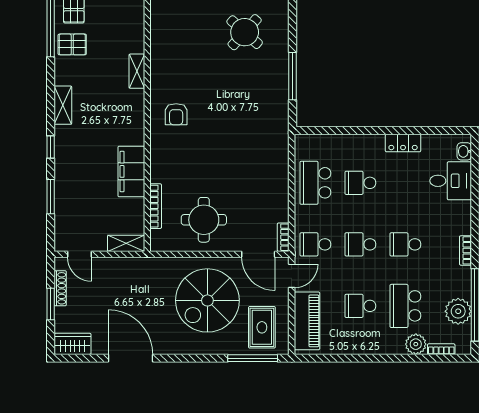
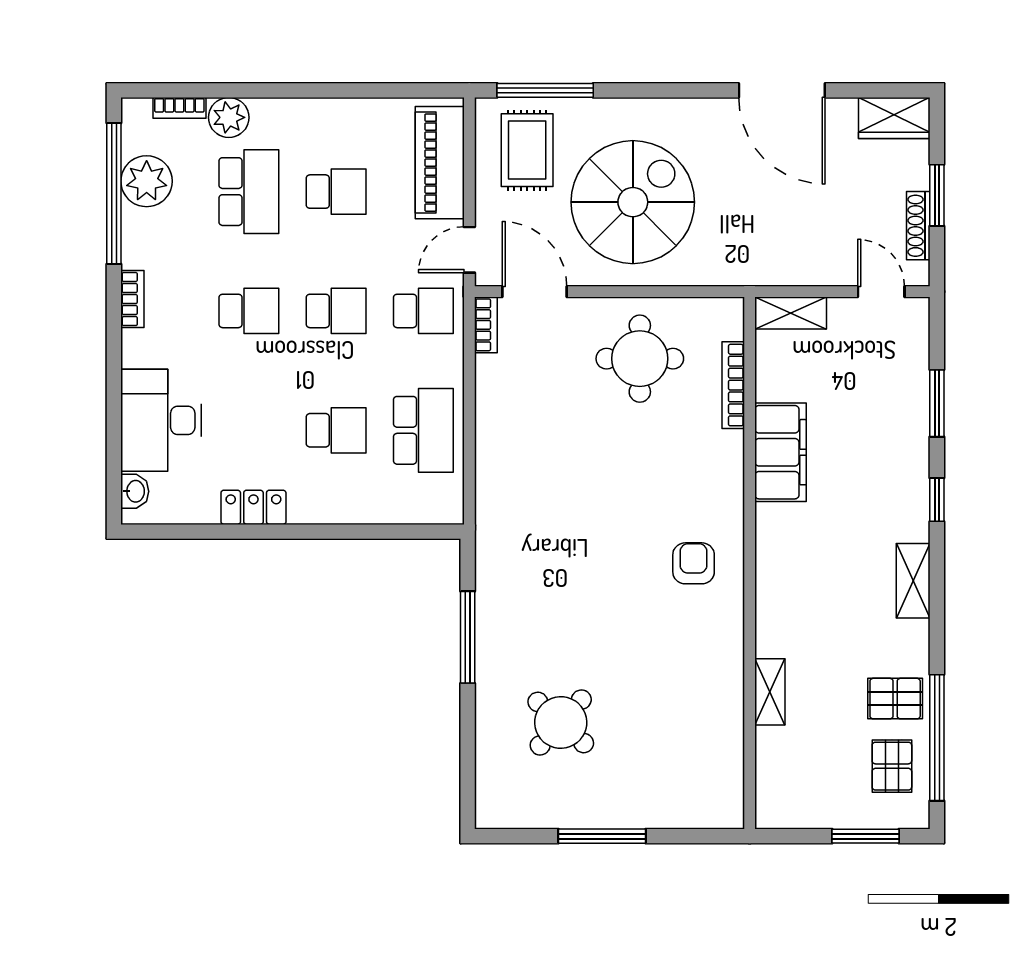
shelving: (137, 71) -> (770, 692), moved
desk: (451, 181) -> (161, 420), width x1.37

